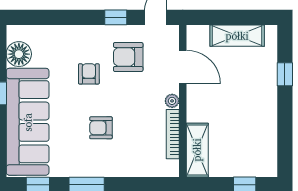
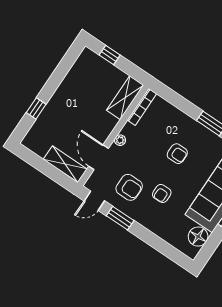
window: (116, 17) -> (120, 218), width x1.50
shelving: (237, 36) -> (65, 164), moved
bookcase: (173, 134) -> (142, 107), moved

